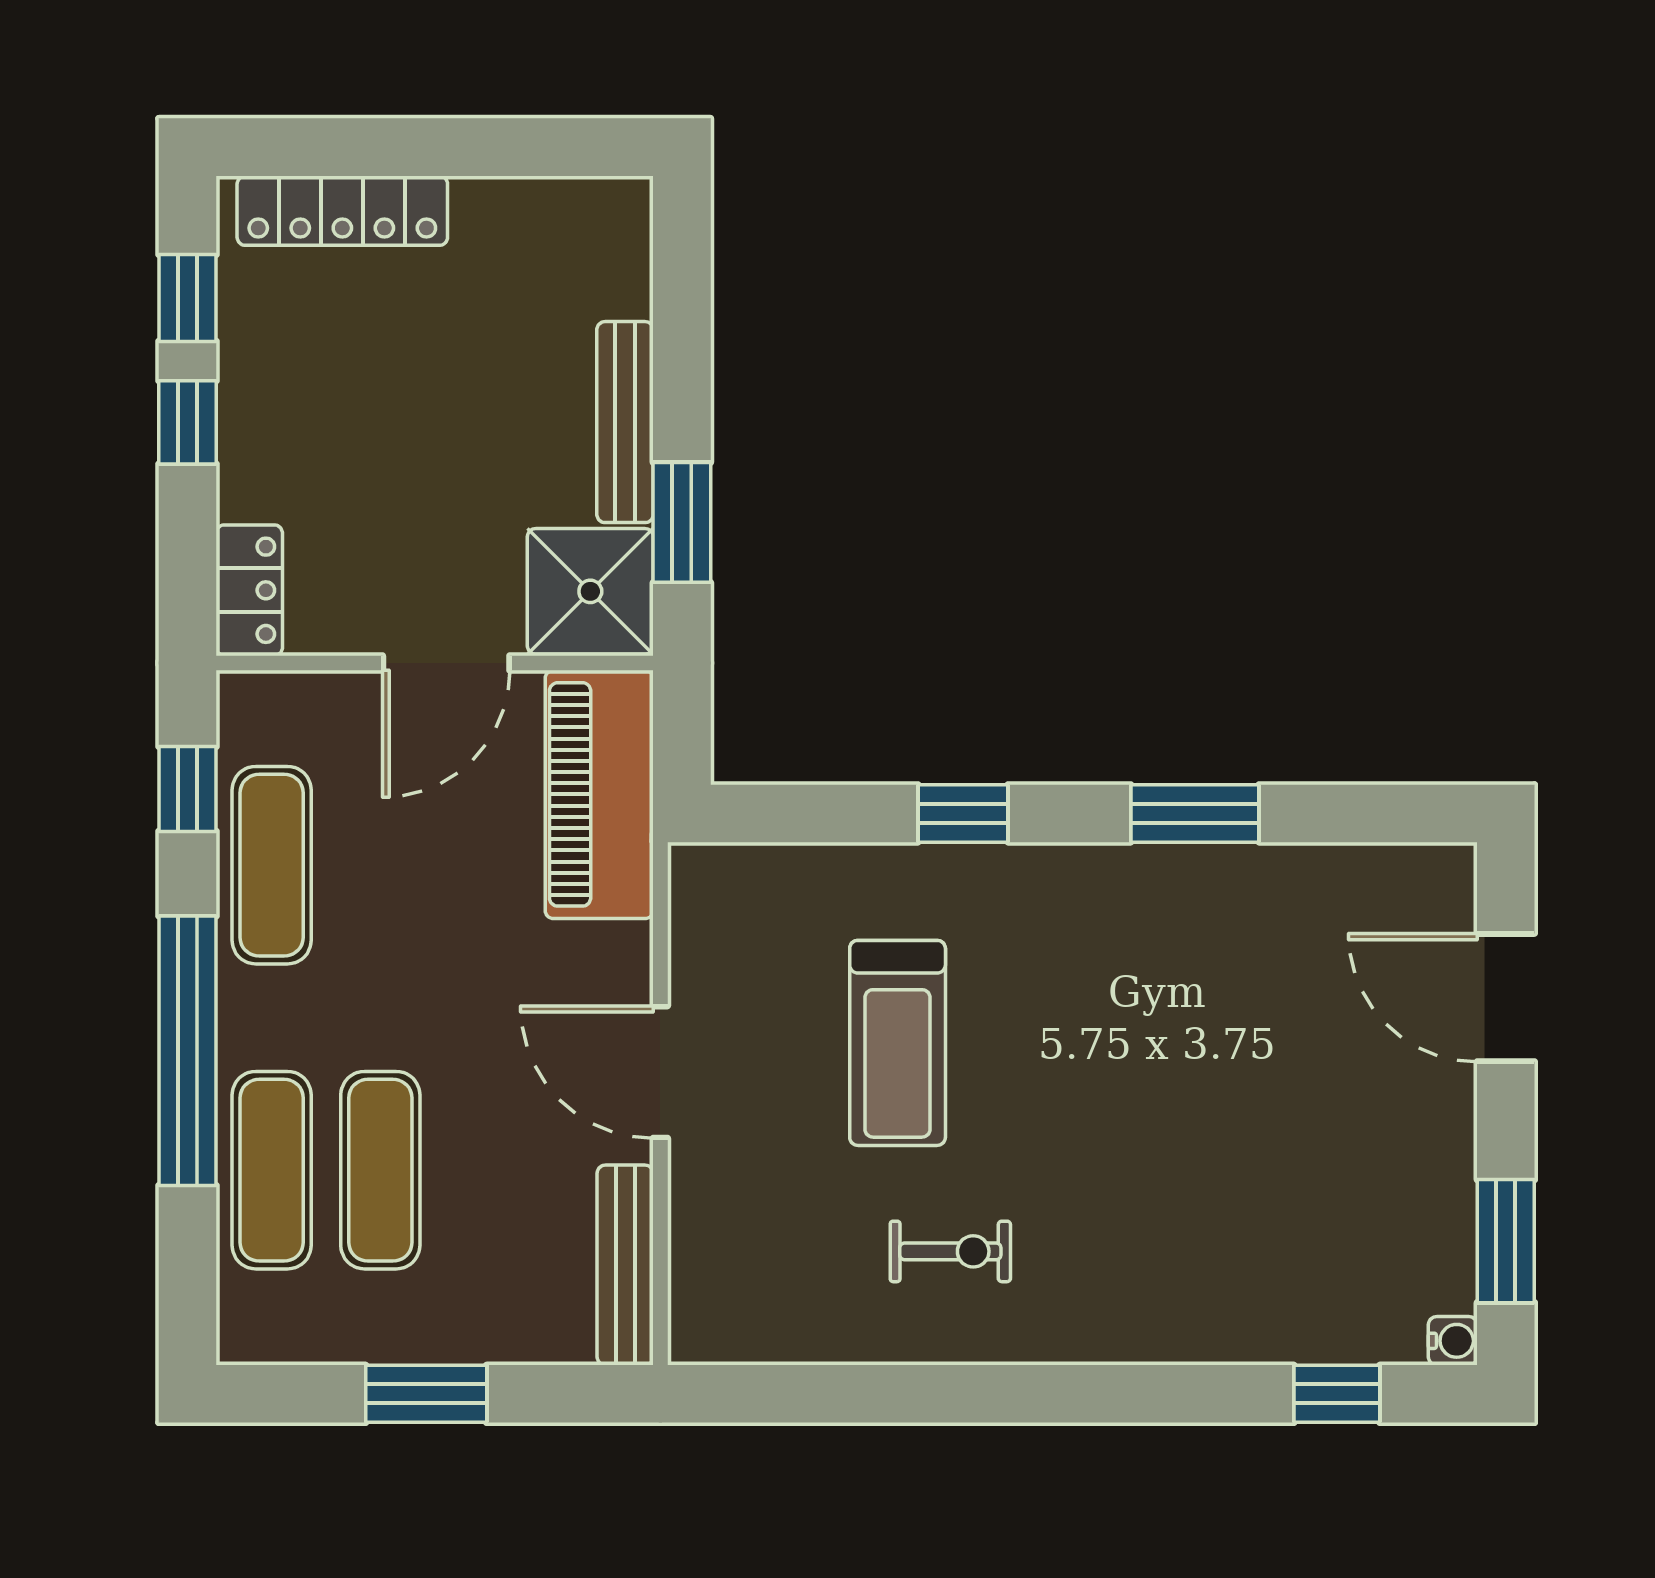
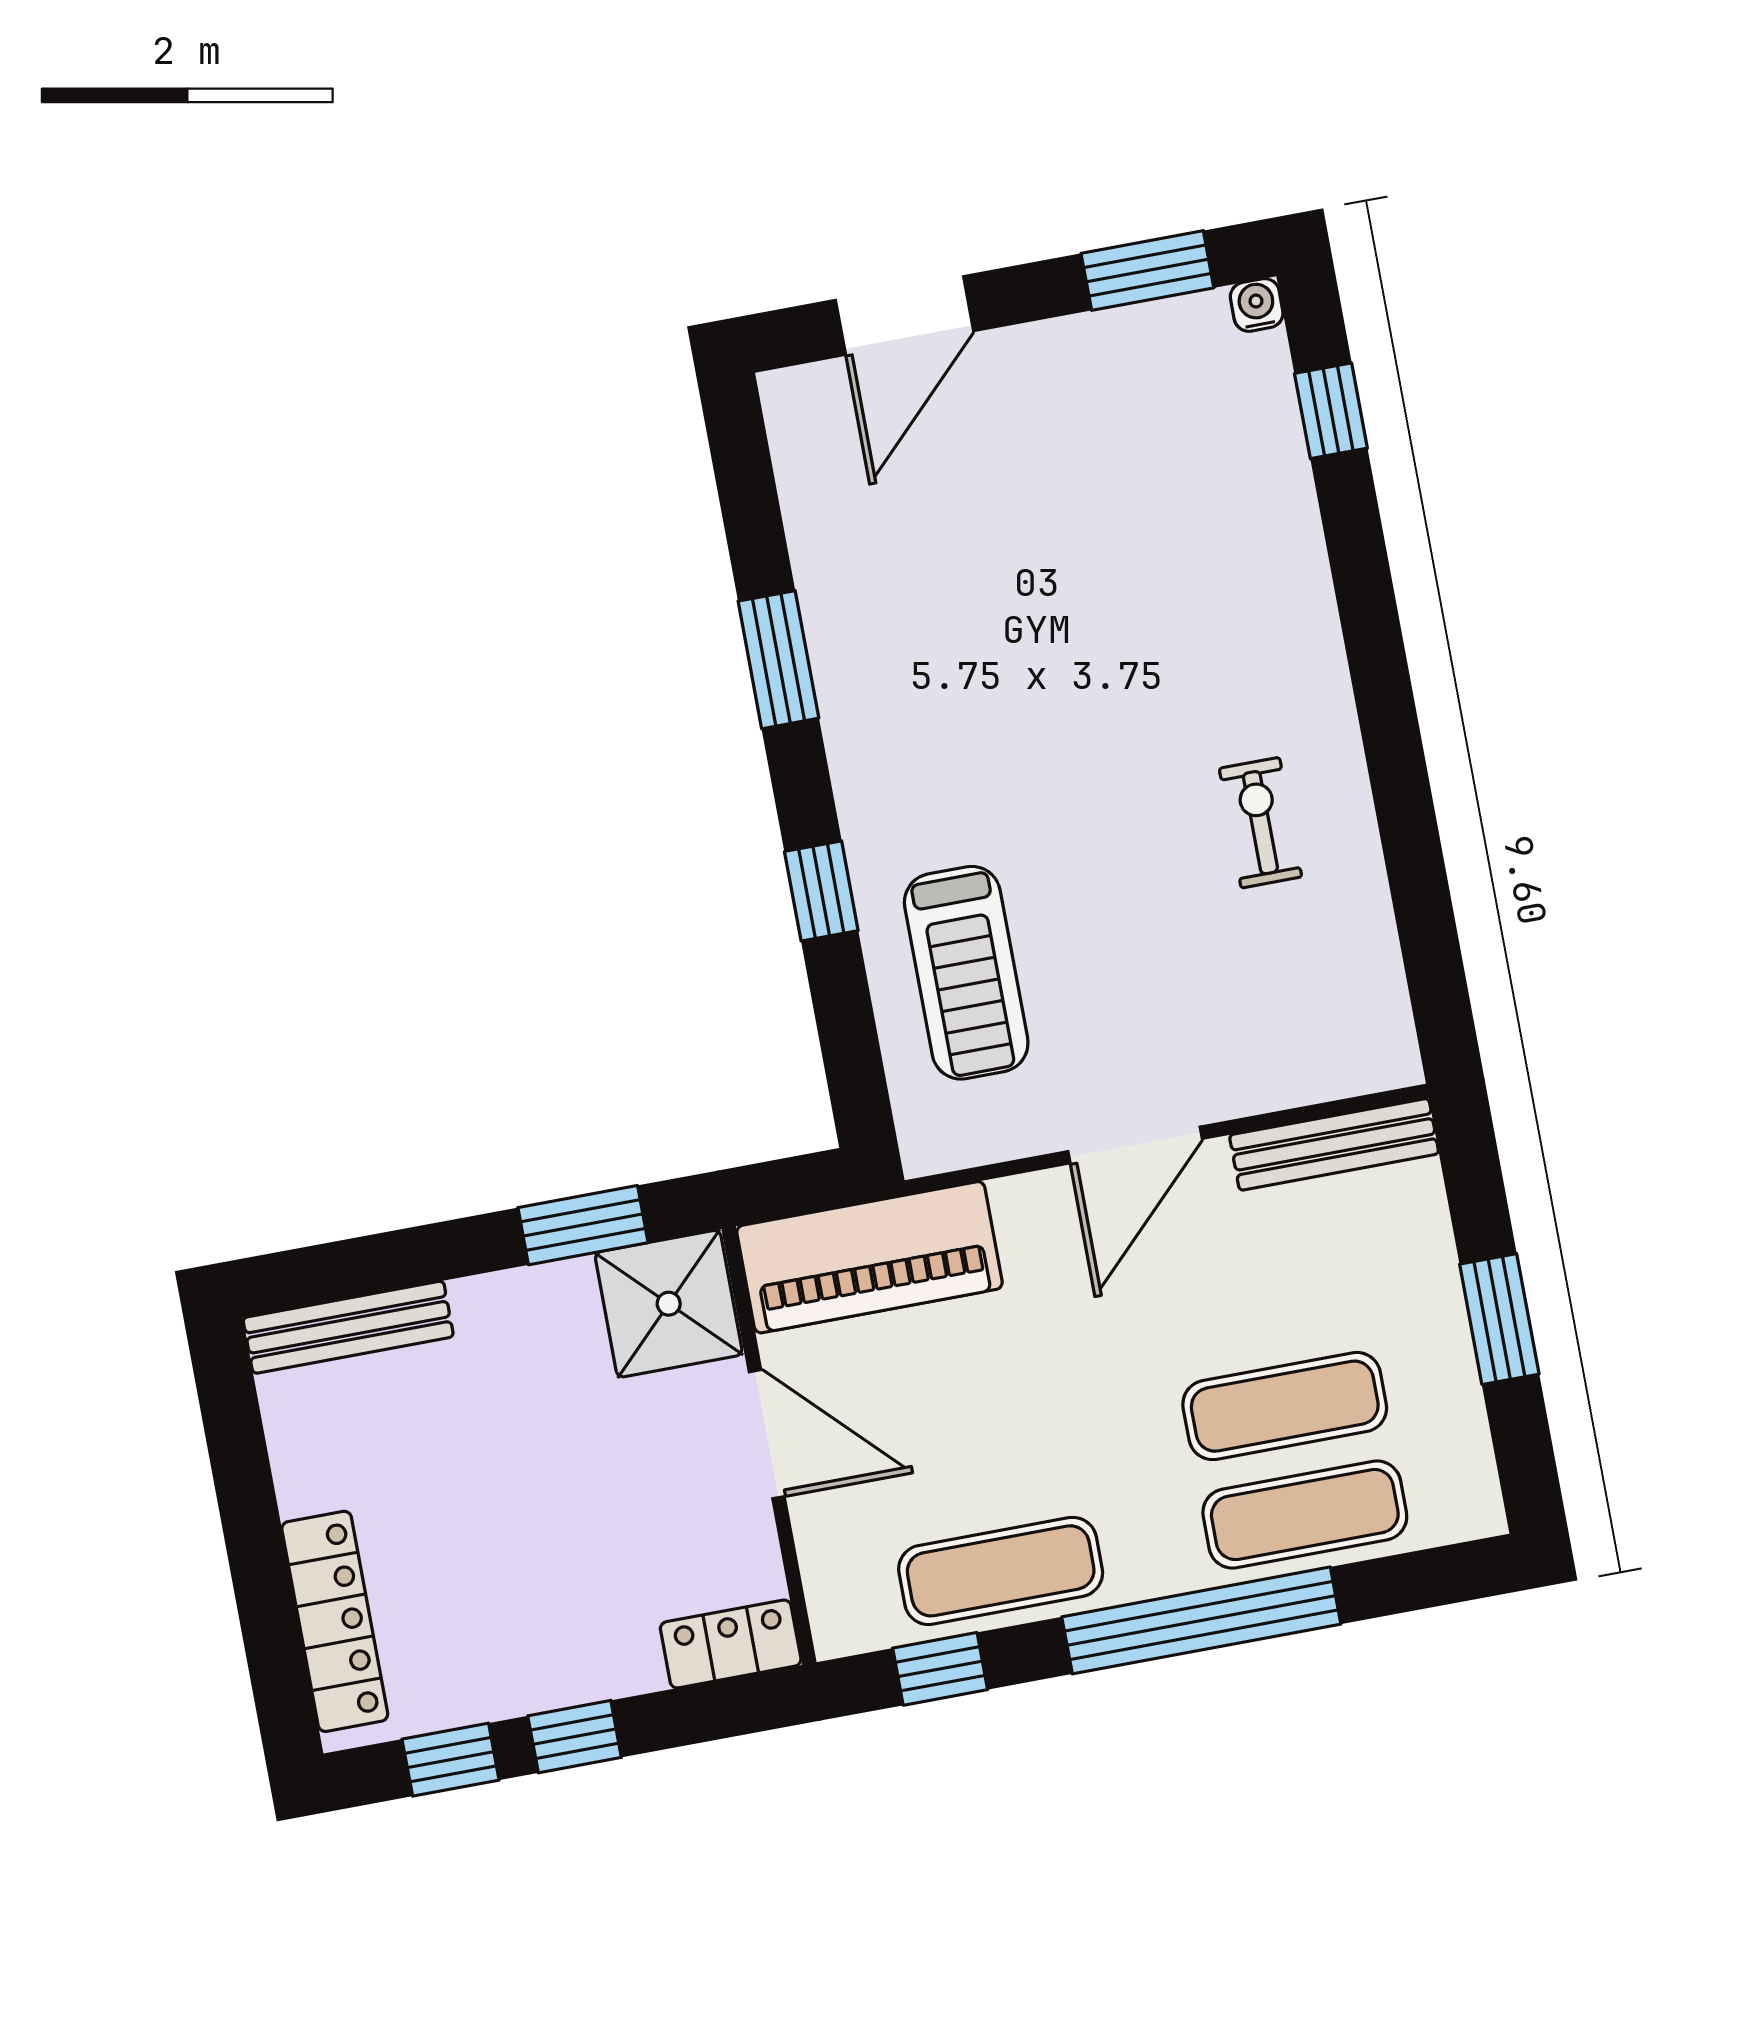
bench: (625, 422) -> (348, 1327), moved
treadmill: (898, 1043) -> (966, 973), moved, turned 90

